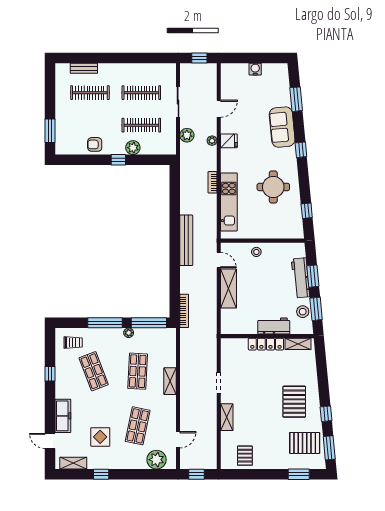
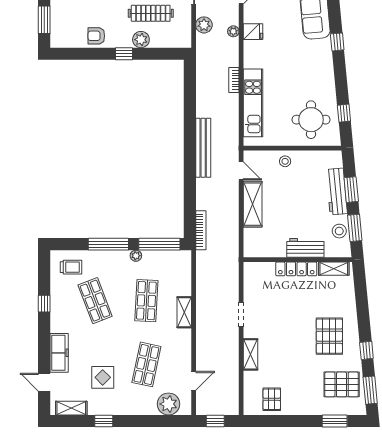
round table: (273, 187) -> (311, 120), moved

